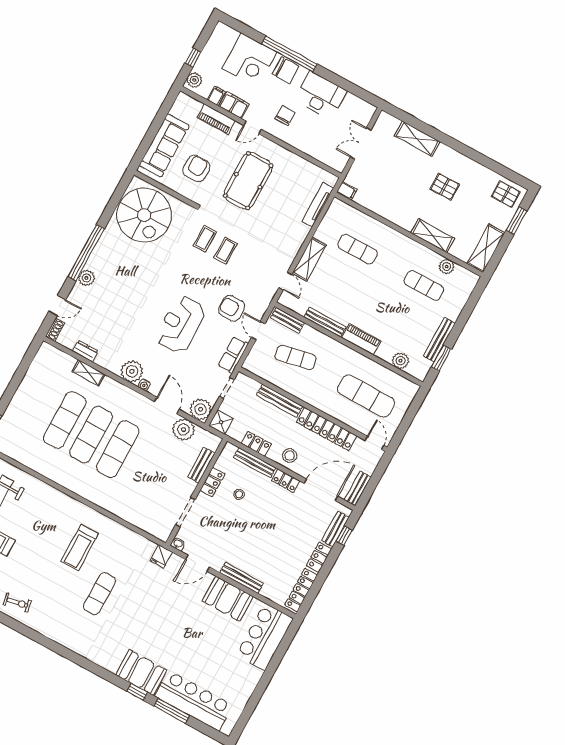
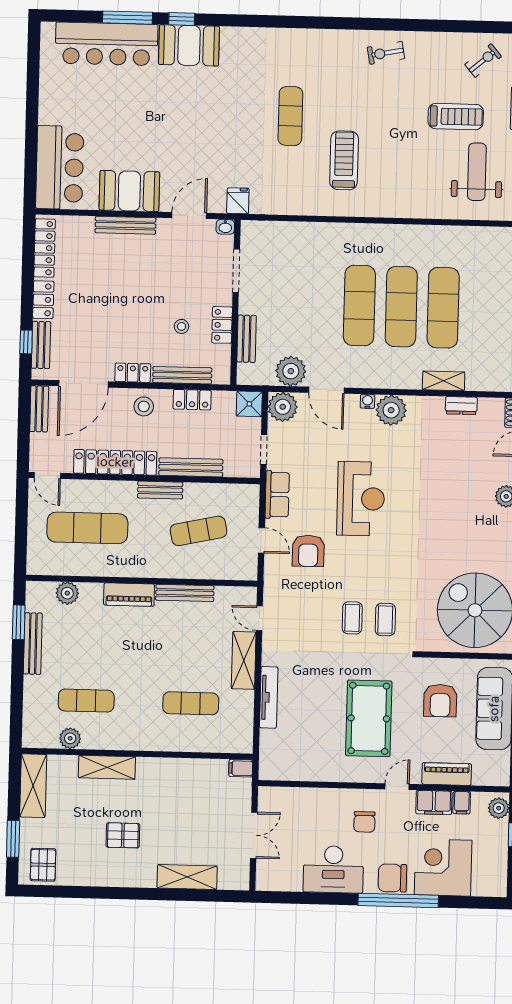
pallet: (506, 194) -> (43, 865), turned 90
tv unit: (318, 205) -> (269, 697), moved
armchair: (232, 308) -> (308, 551), turned 90
bench: (288, 320) -> (160, 490), moved

